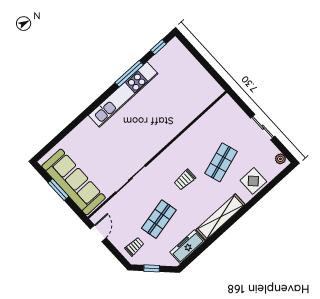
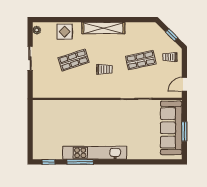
freezer: (187, 247) -> (139, 28), removed

